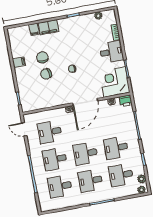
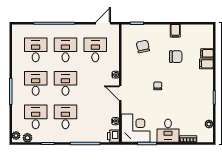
filing cabinet: (48, 27) -> (206, 64), width x0.50
chair: (46, 74) -> (143, 46), moved
door: (85, 102) -> (120, 93), width x0.53

